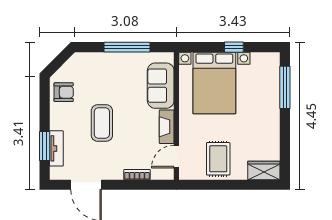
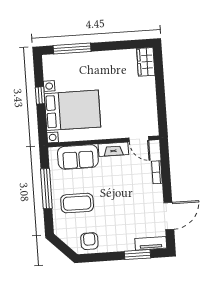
coffee table: (102, 123) -> (77, 203), moved
tv unit: (56, 148) -> (151, 243), moved
rug: (218, 159) -> (138, 102), removed

